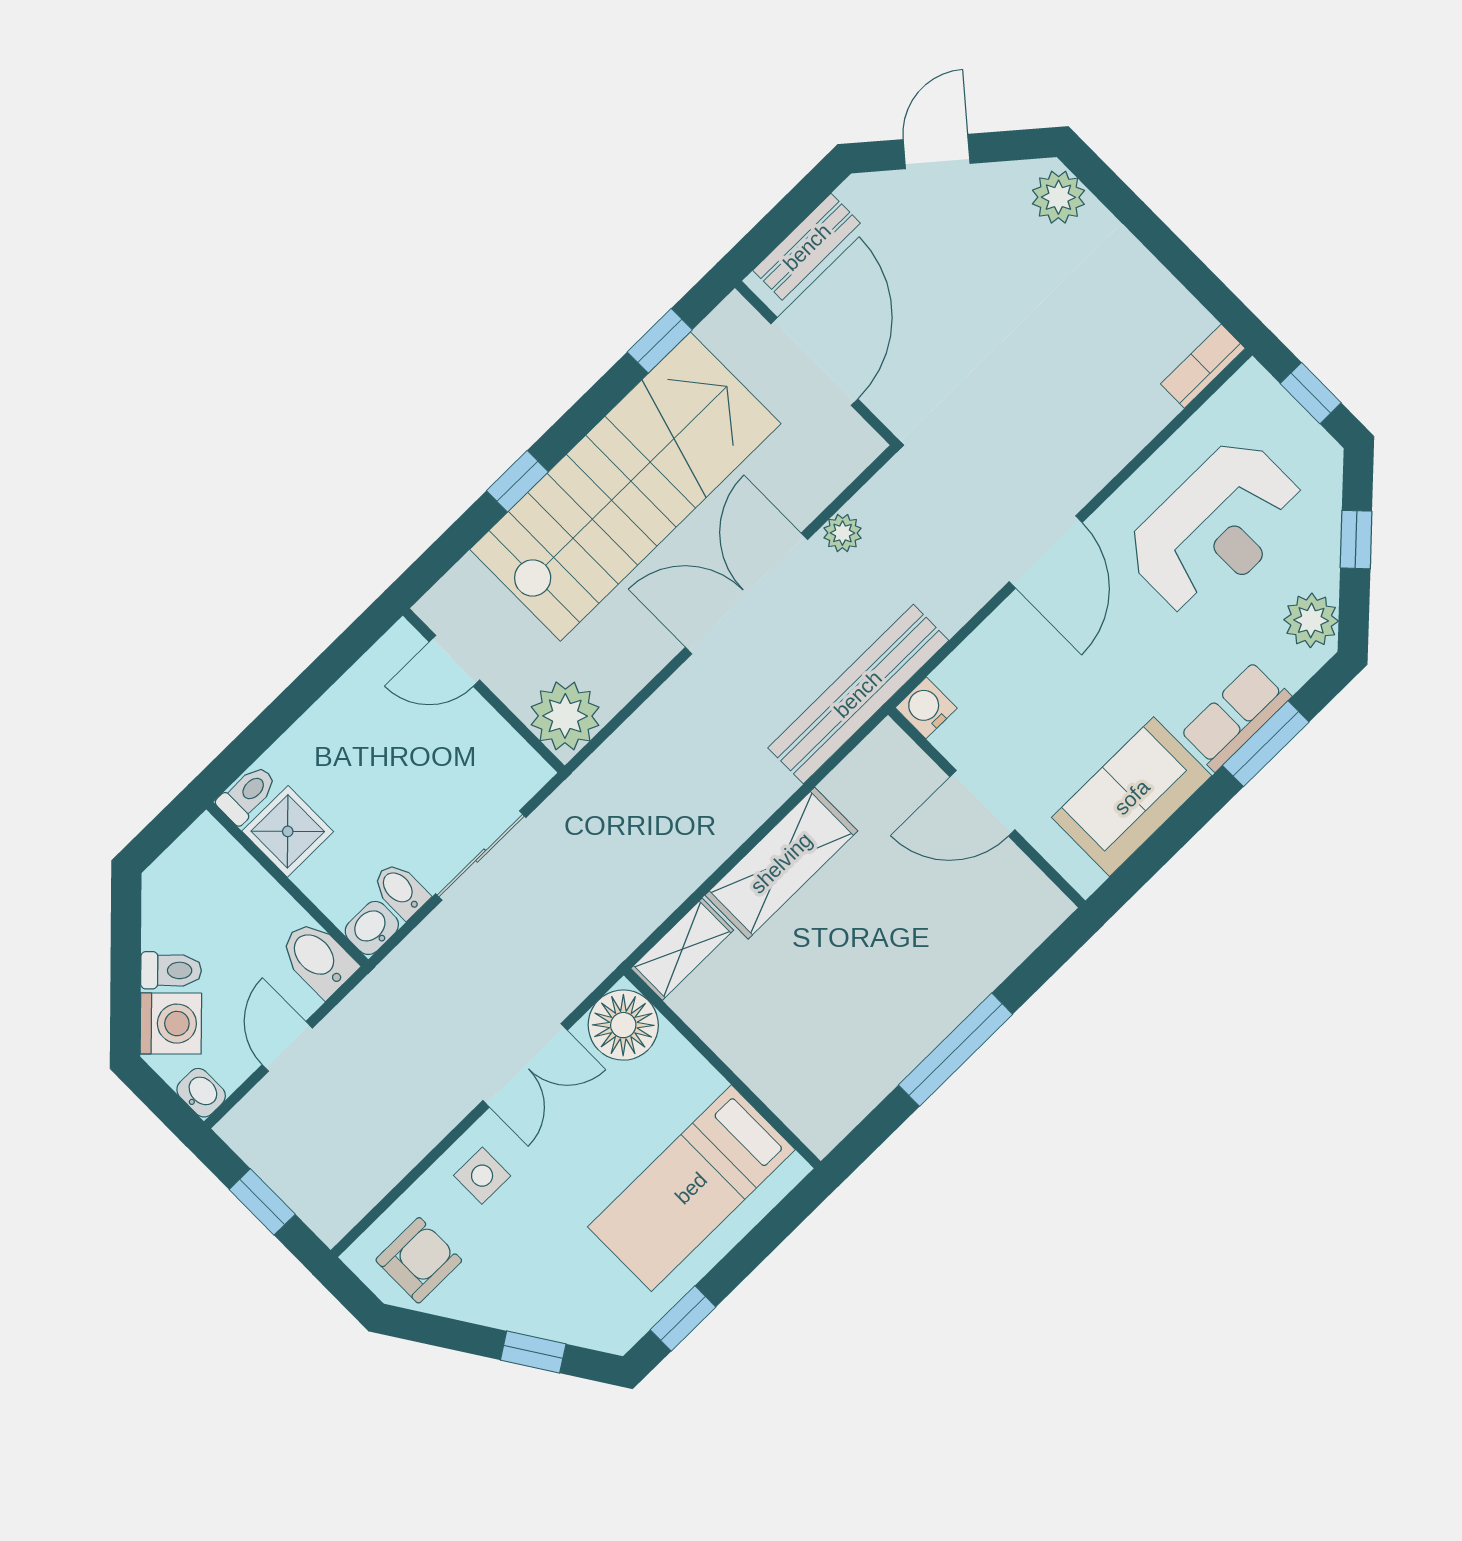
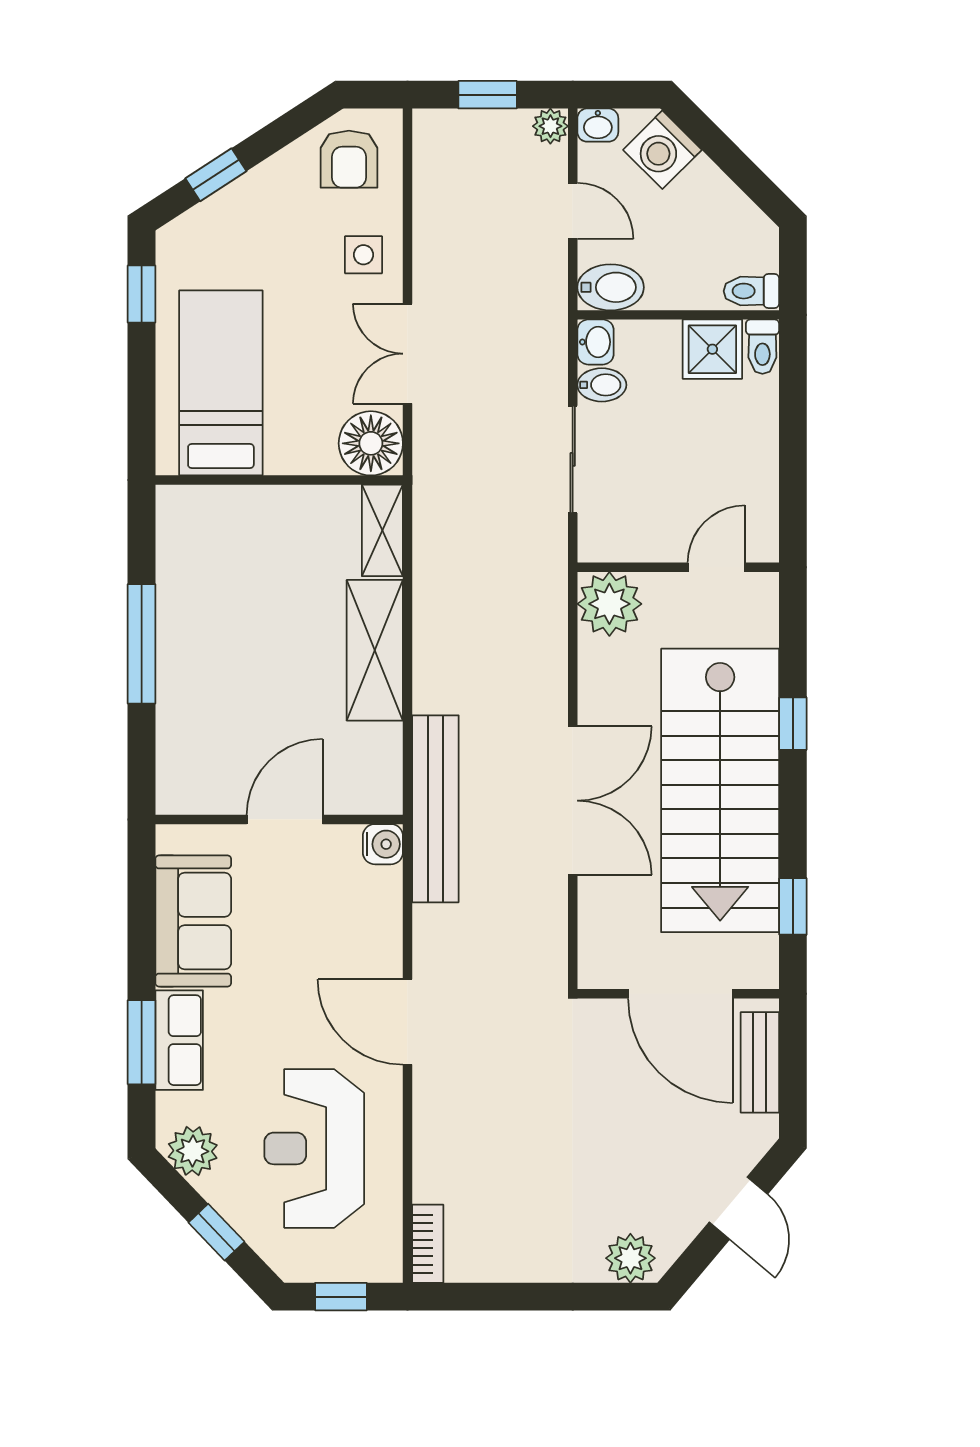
plant: (842, 533) -> (550, 126), moved
toilet: (171, 970) -> (751, 291), moved, turned 45

